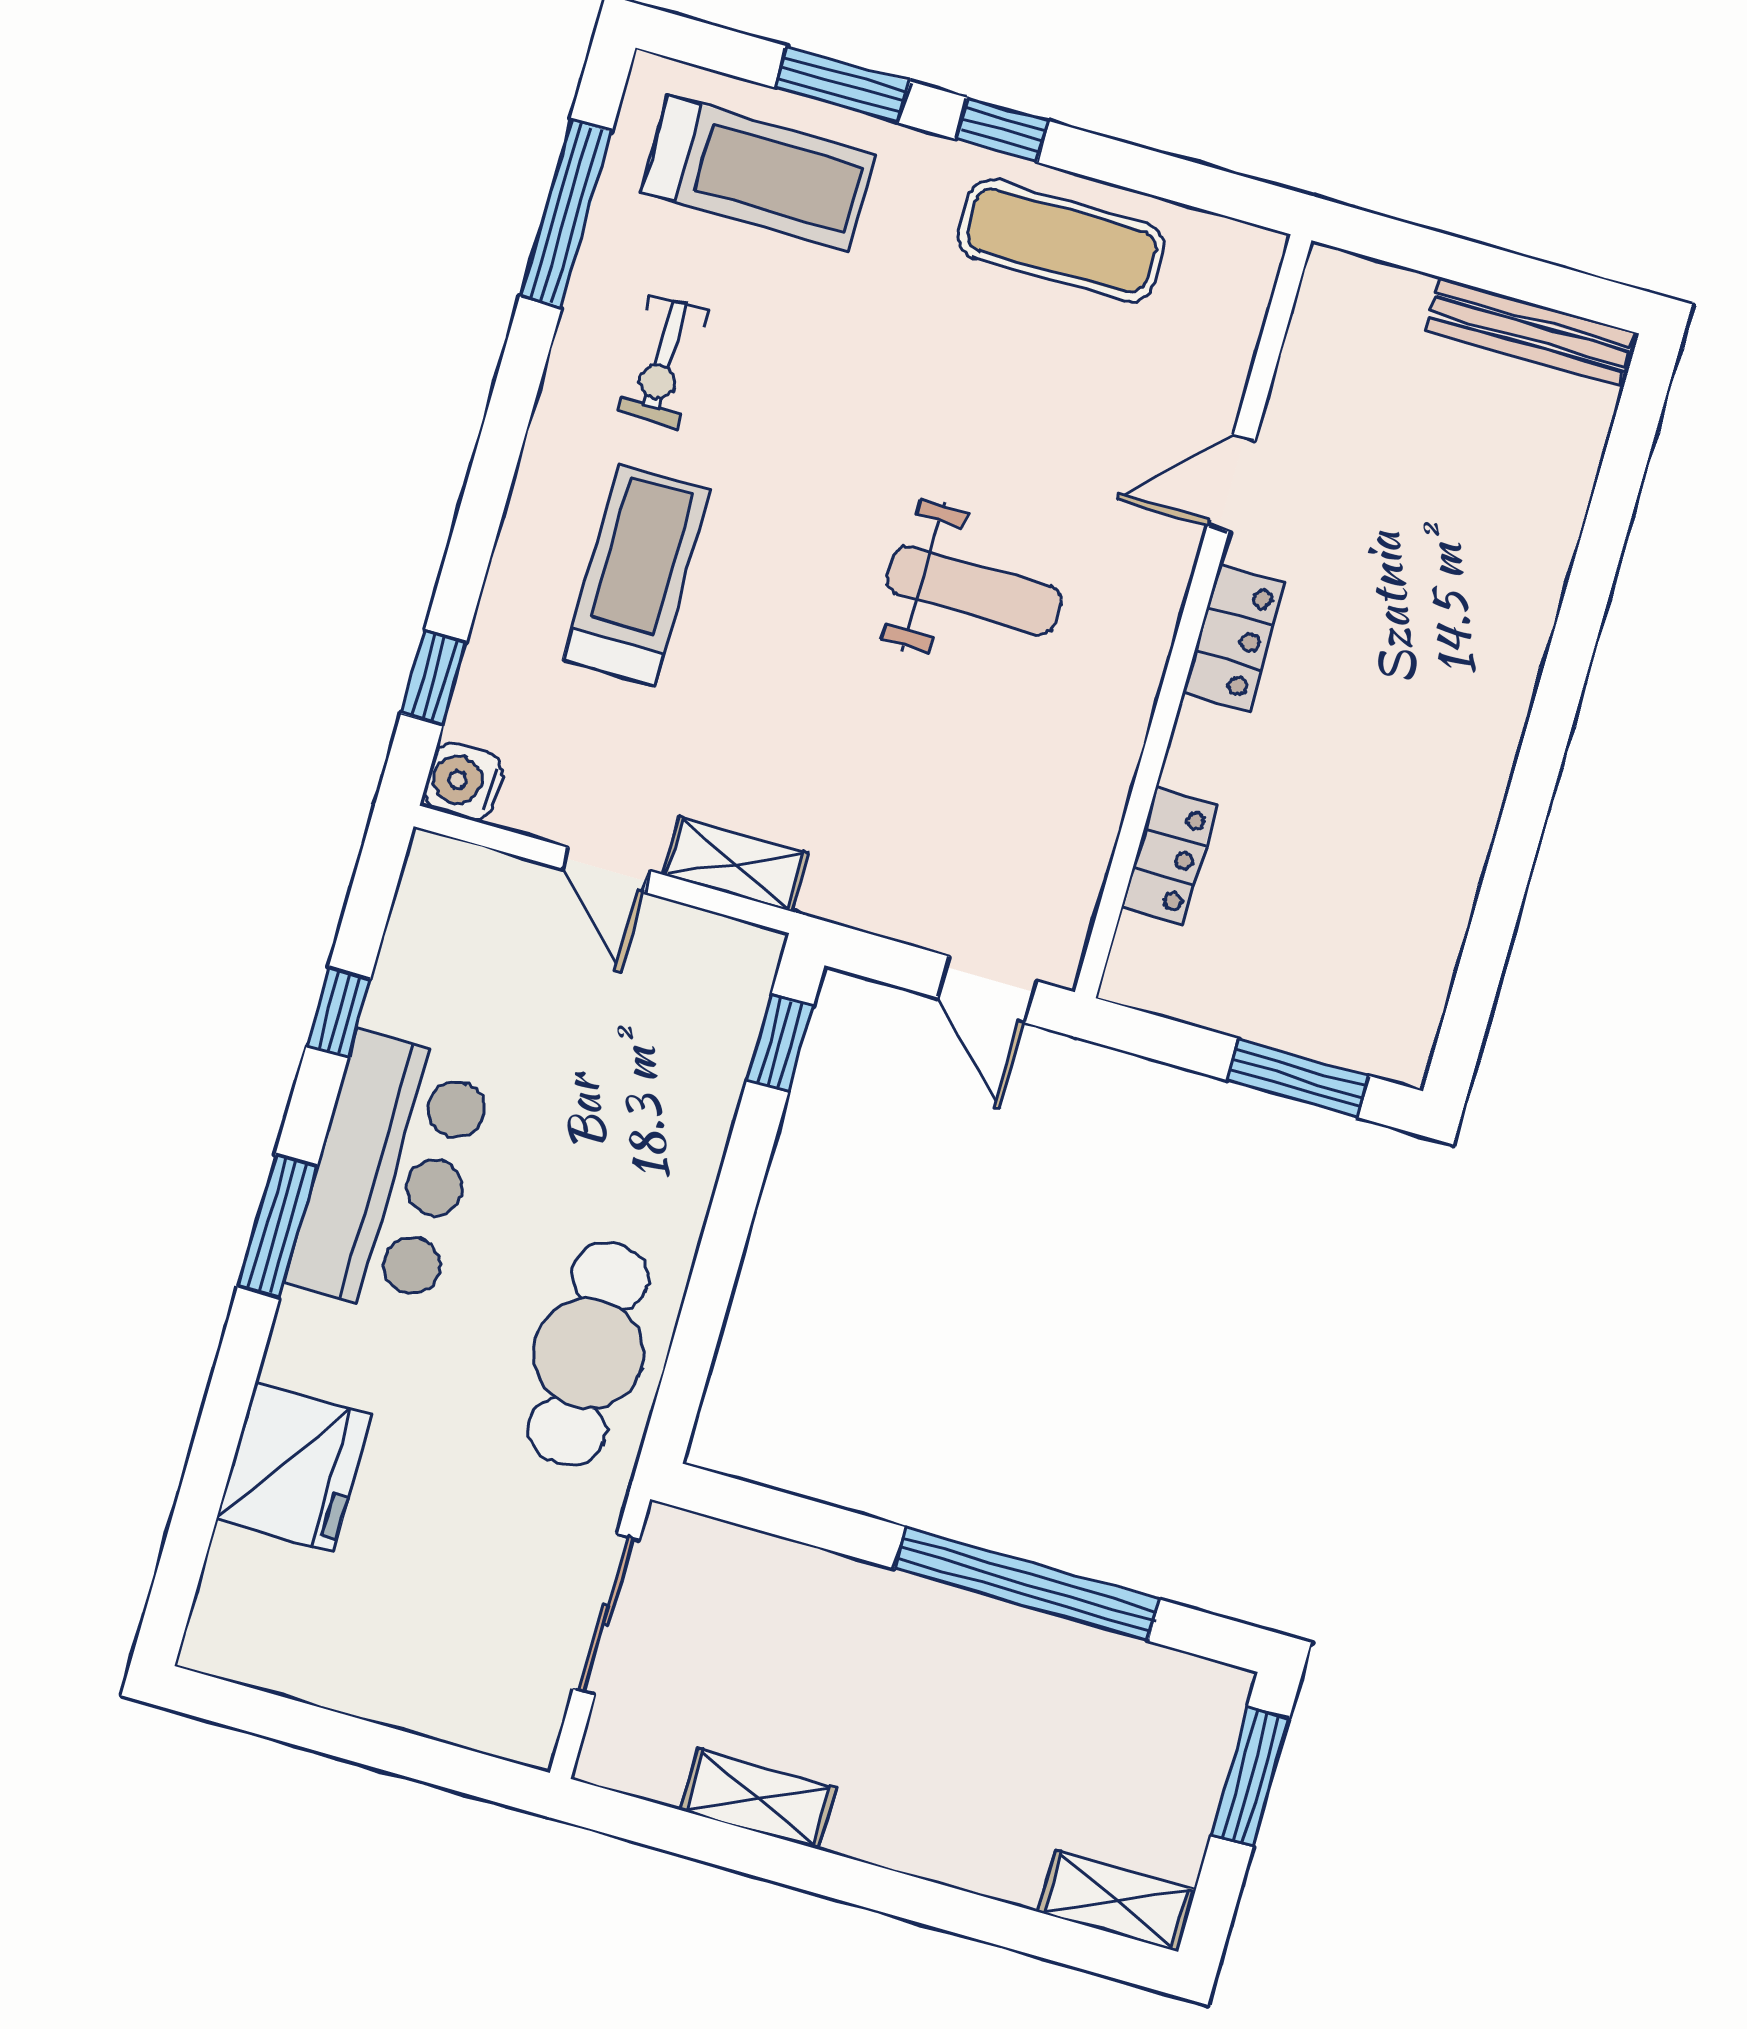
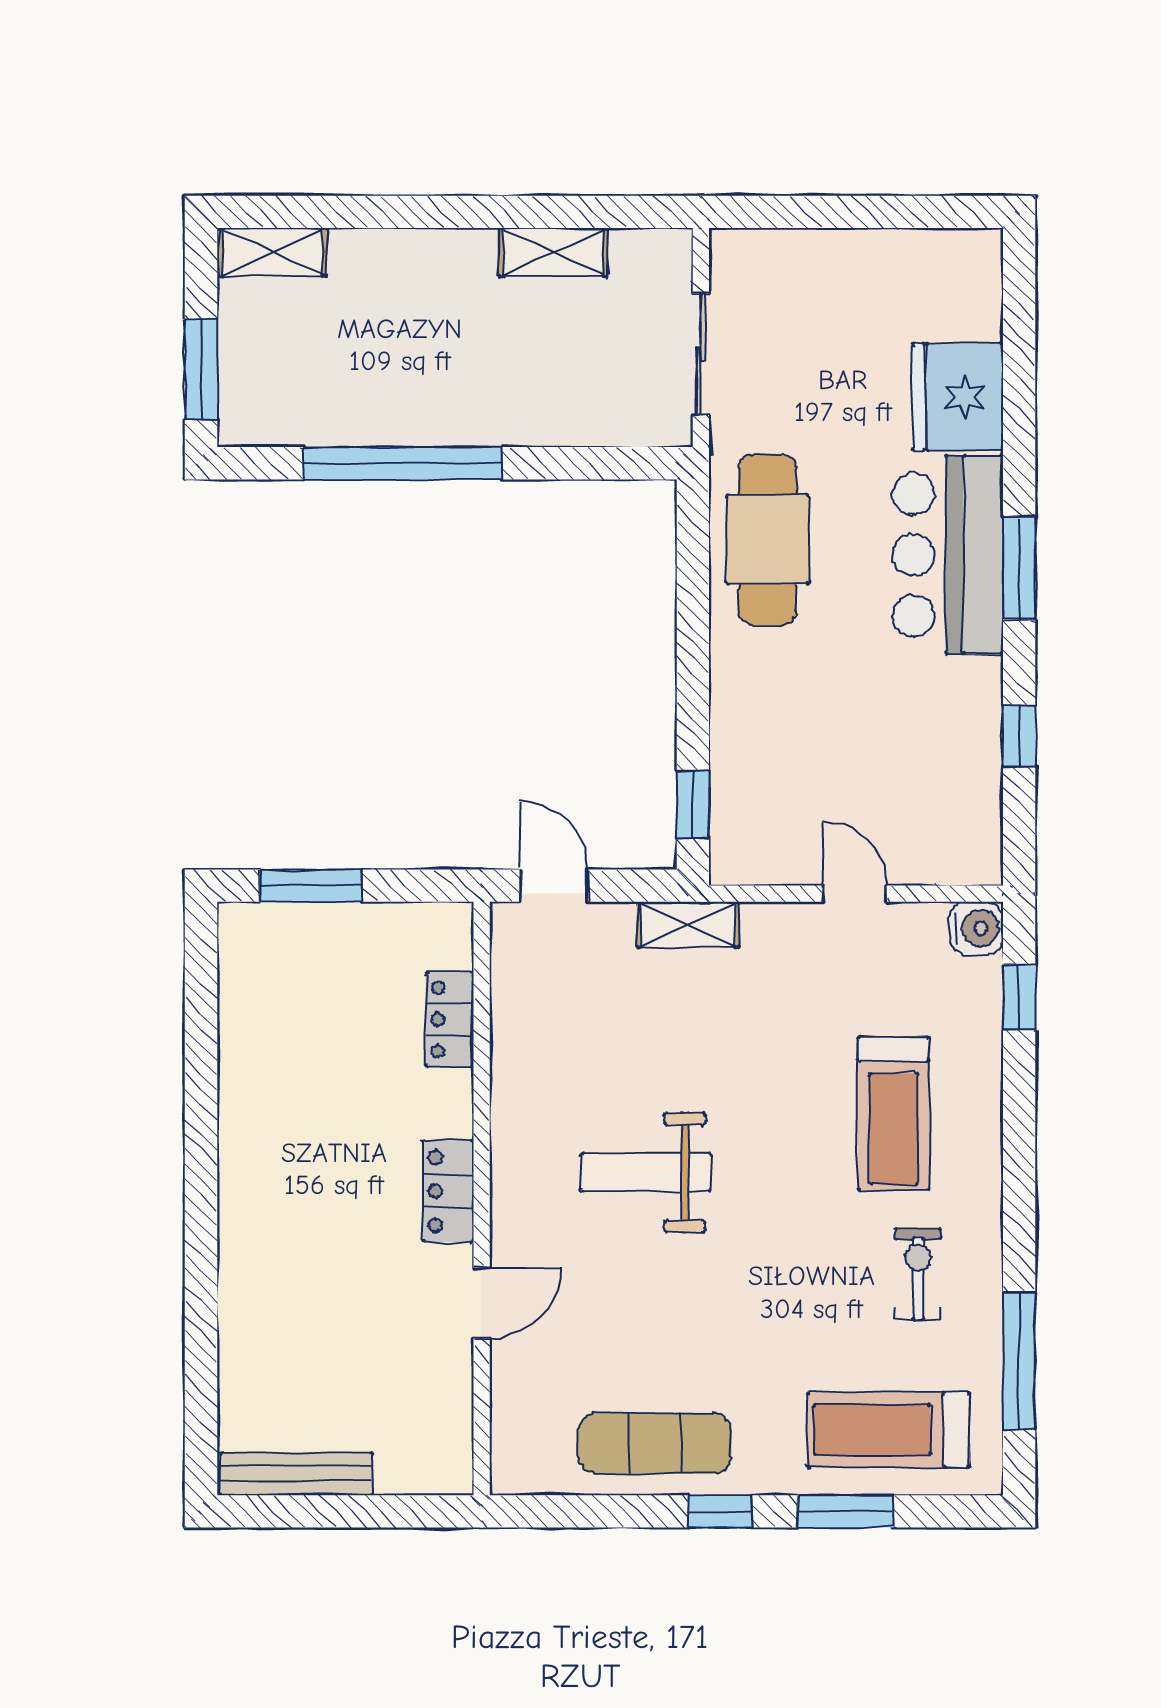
shelving: (735, 864) -> (688, 925), moved
bar counter: (391, 1175) -> (948, 555), moved

